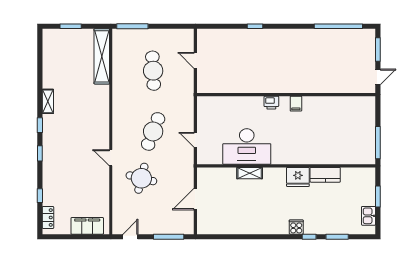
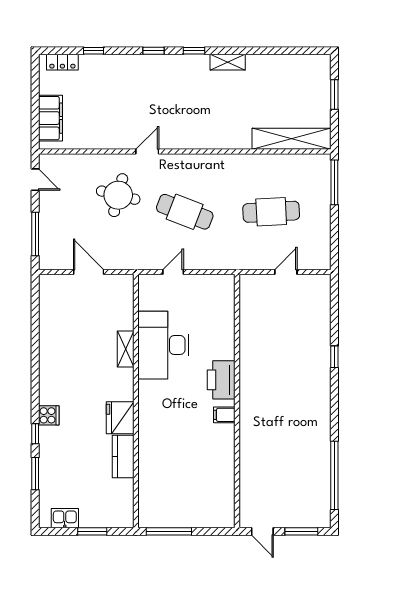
printer: (271, 103) -> (221, 380), width x1.87, depth x1.48

